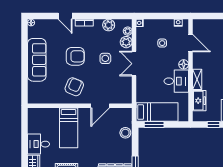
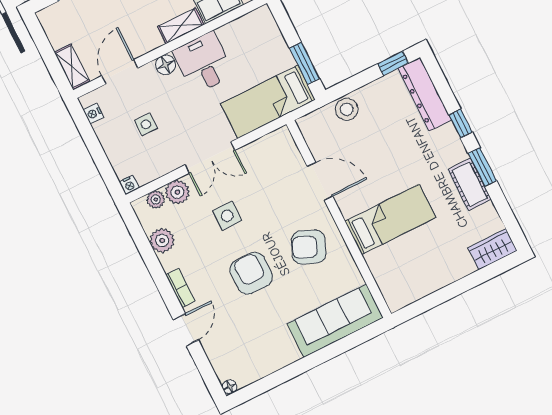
shelving: (203, 24) -> (72, 67), added
sofa: (37, 60) -> (335, 321), moved
bed: (157, 112) -> (268, 102), moved, turned -90
desk: (39, 144) -> (448, 260), removed

